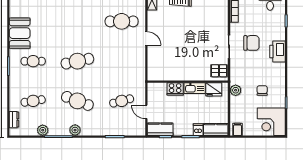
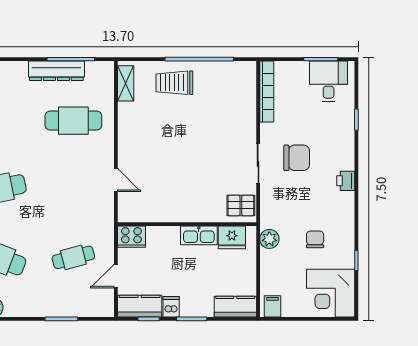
door: (146, 38) -> (116, 180), moved
printer: (278, 51) -> (346, 181), width x0.53, depth x0.68
cooker: (175, 89) -> (131, 237), moved
door: (146, 112) -> (116, 276), hinge flipped
dishwasher: (198, 130) -> (171, 307), moved

